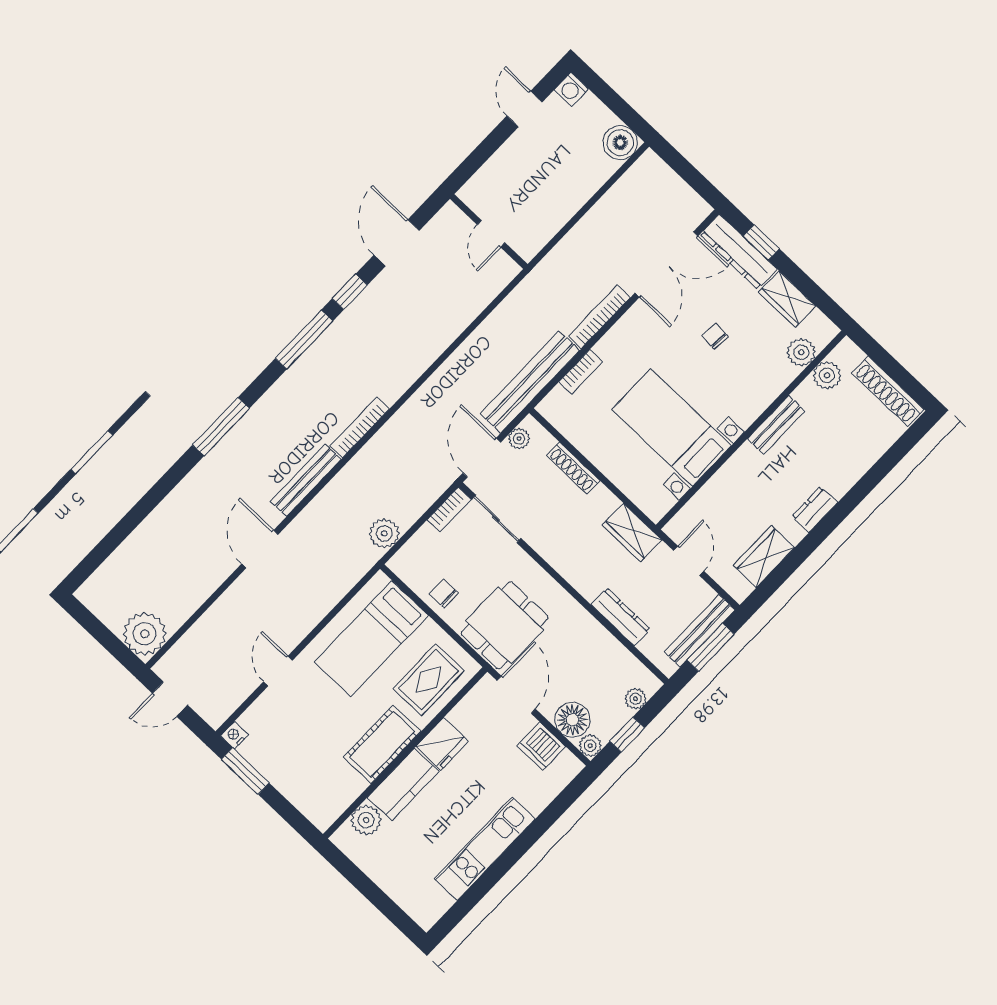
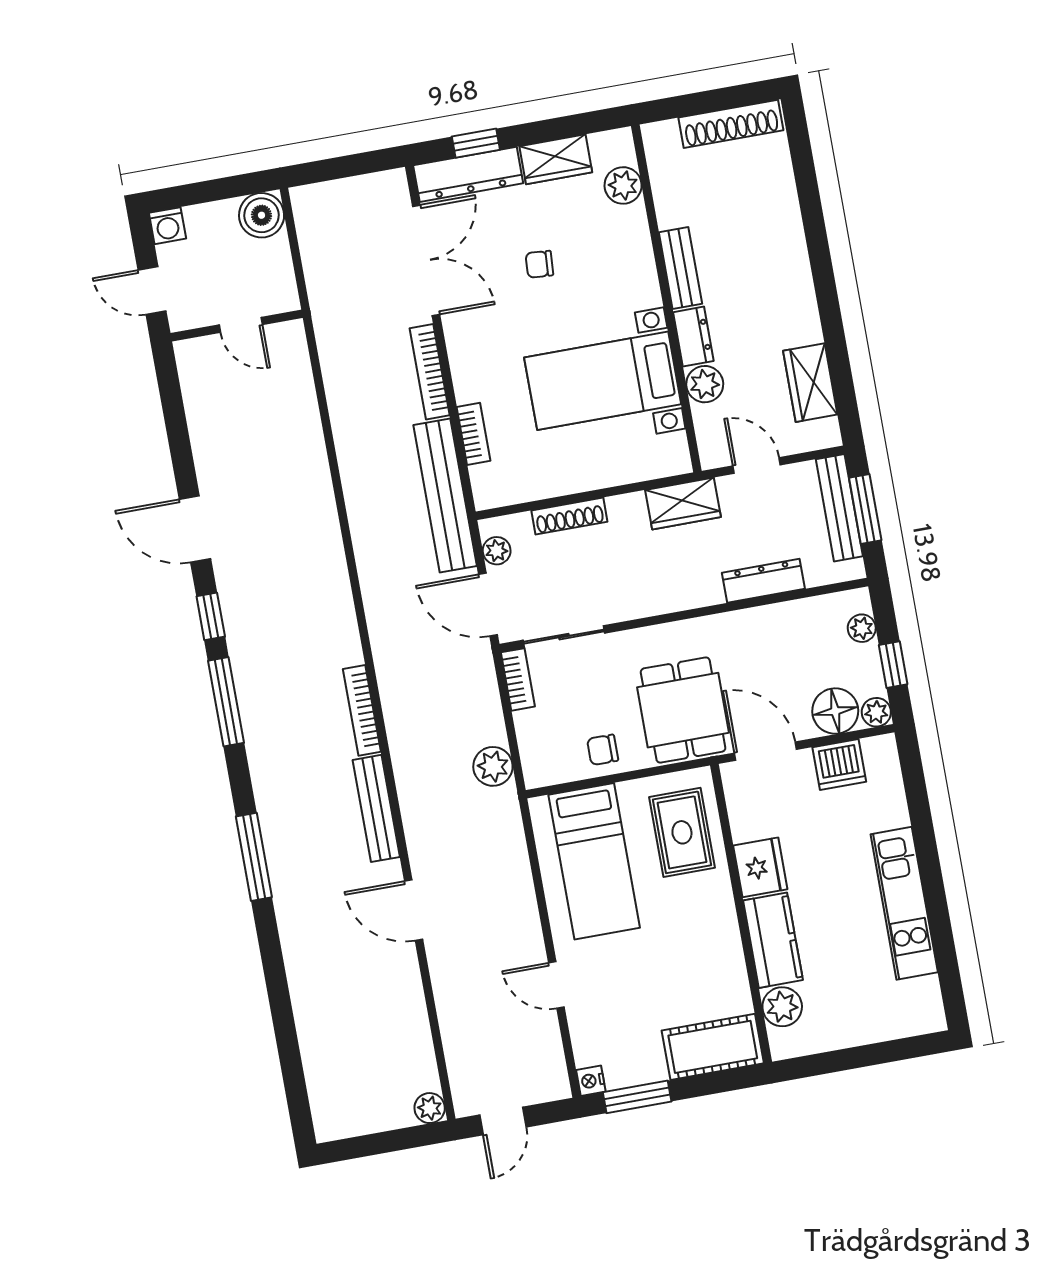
wall: (489, 232) -> (237, 326), moved
door: (491, 234) -> (241, 325), moved
plant: (827, 375) -> (705, 384), moved
dresser: (815, 509) -> (693, 337), moved, turned 180
plant: (145, 634) -> (430, 1108), width x0.53, depth x0.53
cot: (382, 744) -> (713, 1047), moved, turned 90

